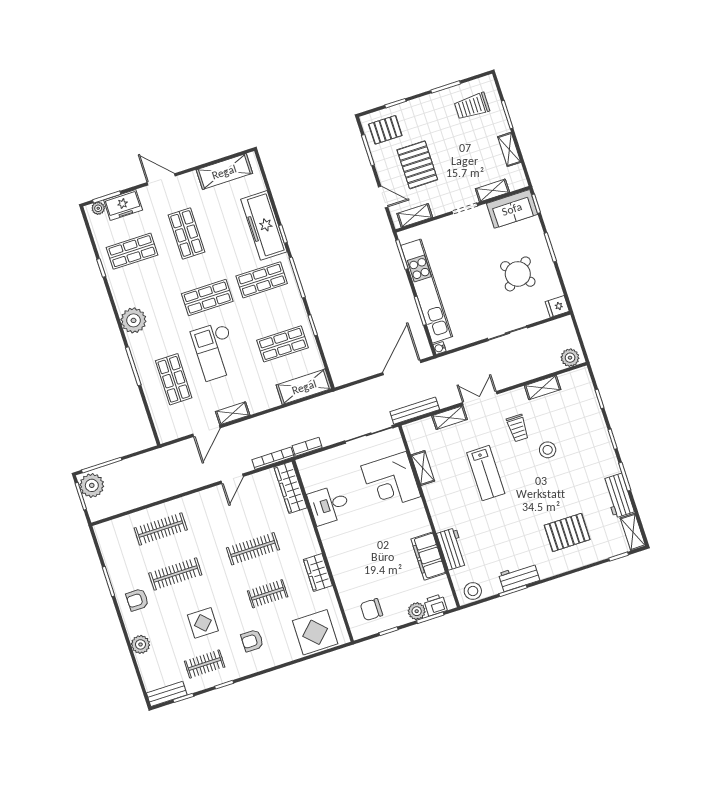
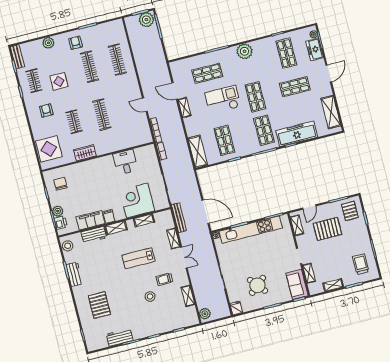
wardrobe: (291, 487) -> (137, 140), removed
filing cabinet: (420, 526) -> (109, 216), added
shelving: (633, 532) -> (116, 228), moved

